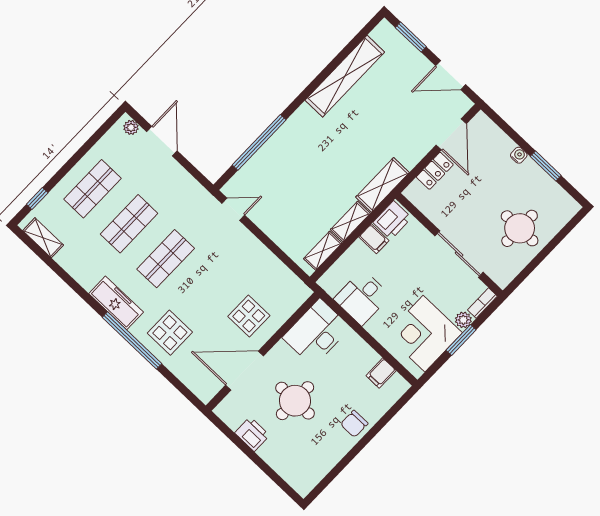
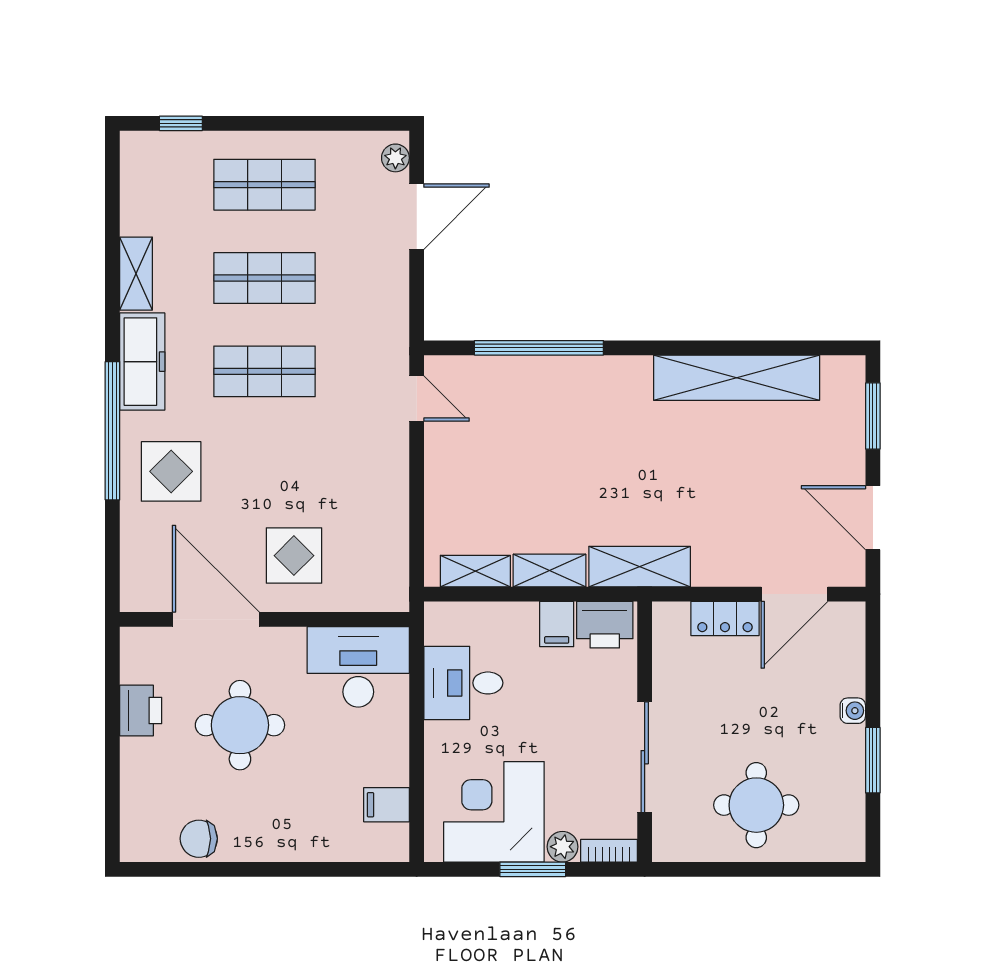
shelving: (43, 238) -> (136, 274), moved
chair: (354, 424) -> (199, 839), moved

